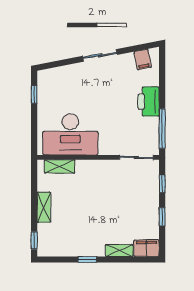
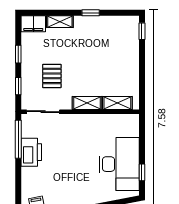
printer: (149, 102) -> (31, 152), moved
desk: (70, 134) -> (119, 164), moved, turned 90
pallet: (127, 194) -> (52, 76), added
shelving: (44, 207) -> (87, 103), moved, turned 90

